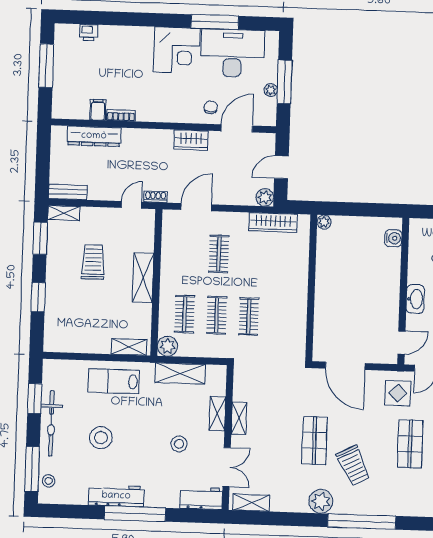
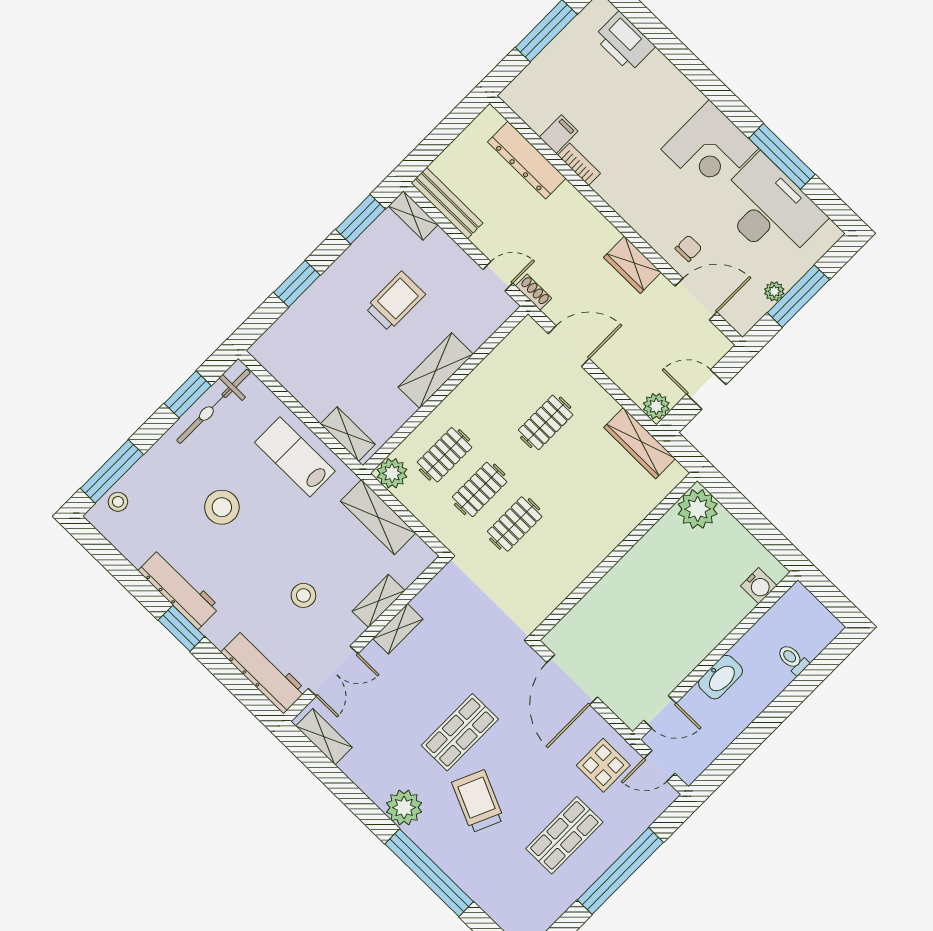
printer: (89, 32) -> (624, 42), width x1.87, depth x1.48
bench: (68, 192) -> (447, 203), width x1.36
plant: (324, 222) -> (698, 509), width x1.87, depth x1.87
bicycle: (51, 423) -> (213, 406), moved
trolley: (354, 466) -> (478, 801), turned 141
workbench: (201, 498) -> (264, 671), width x1.37
window: (135, 514) -> (181, 628), width x0.47

